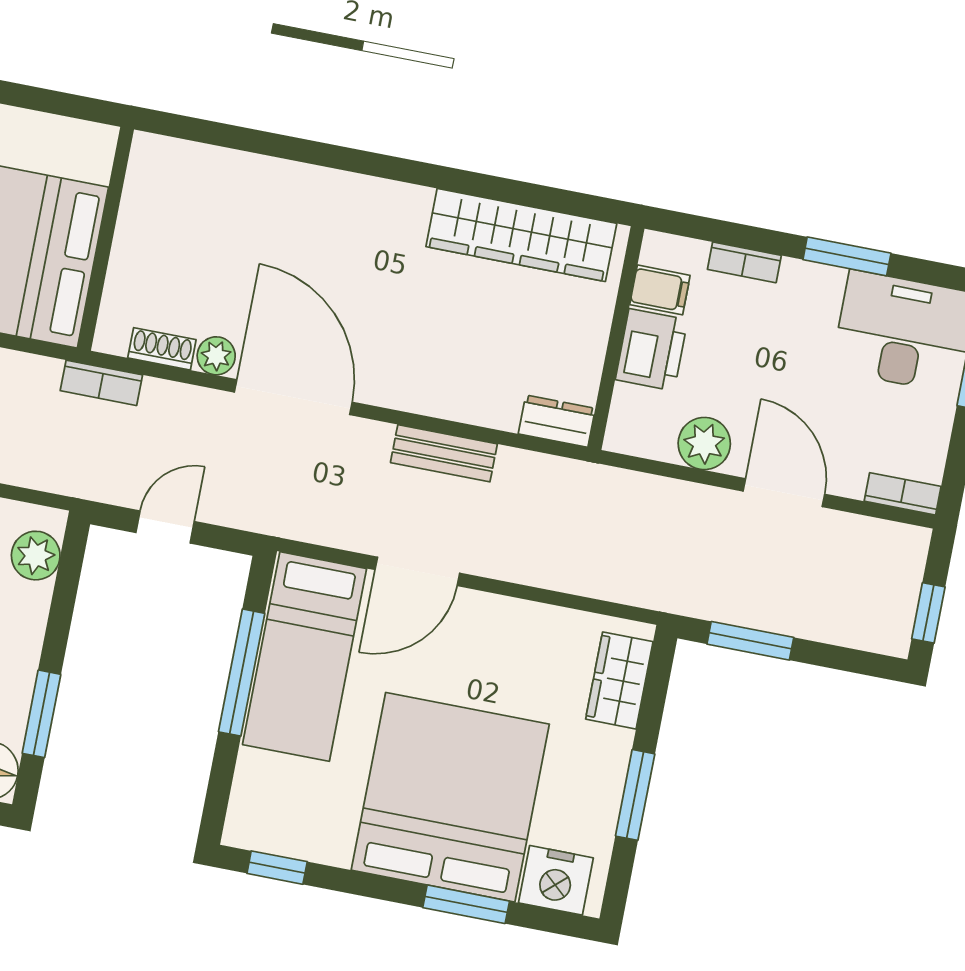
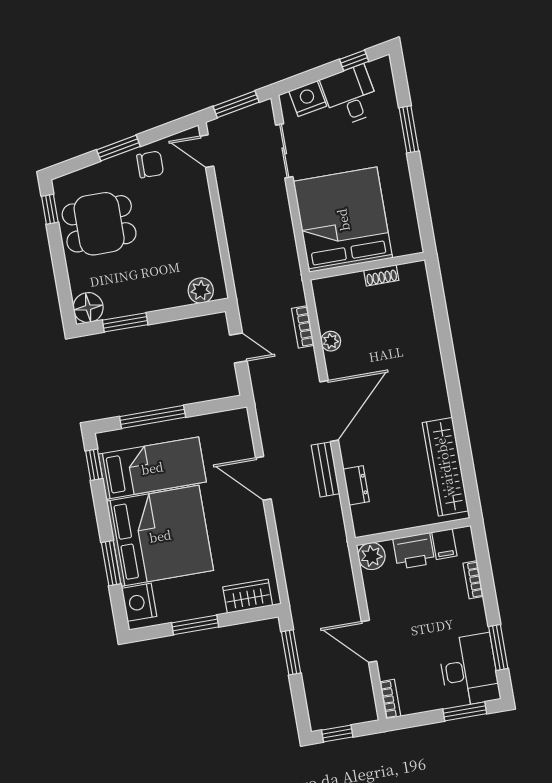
window: (847, 256) -> (498, 648), moved
shoe rack: (162, 349) -> (381, 275), moved, turned 90
bookcase: (101, 383) -> (303, 327), moved
door: (293, 397) -> (329, 411), moved
dresser: (557, 421) -> (356, 485), moved
plant: (704, 443) -> (372, 556), moved
door: (784, 493) -> (369, 641), swing flipped
bed: (305, 657) -> (152, 468), moved, turned 180
window: (242, 673) -> (153, 417), moved

